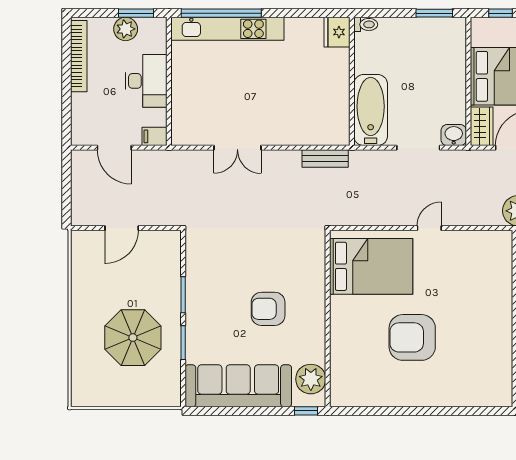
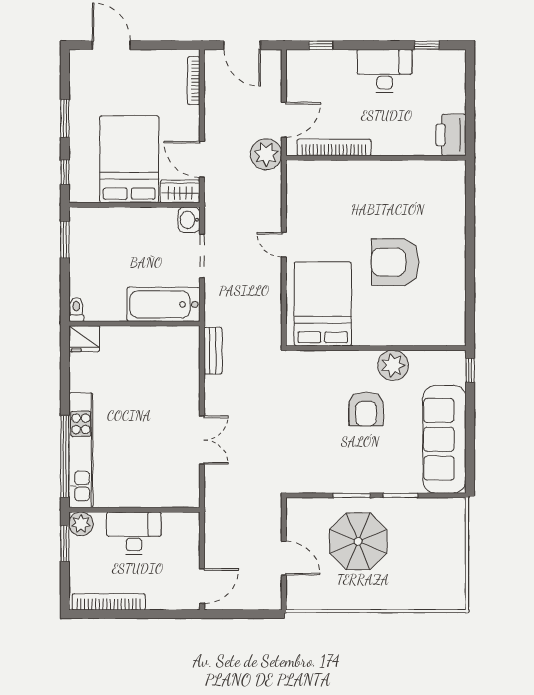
plant: (126, 29) -> (81, 524), moved
filing cabinet: (155, 136) -> (190, 524), removed
door: (114, 148) -> (202, 586), moved
armchair: (412, 337) -> (395, 262), turned 90
parasol: (133, 338) -> (358, 541), moved
plant: (311, 379) -> (393, 365), moved

